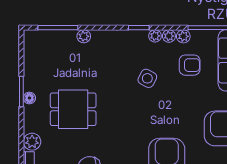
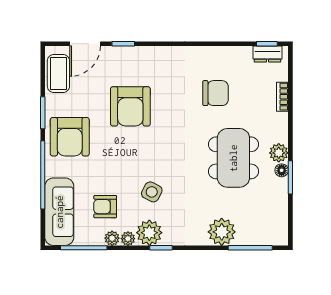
plant: (84, 36) -> (222, 232), width x1.87, depth x1.87
plant: (155, 36) -> (149, 233), width x1.88, depth x1.88
dining table: (73, 109) -> (233, 158), width x1.38
plant: (32, 142) -> (279, 153), moved

